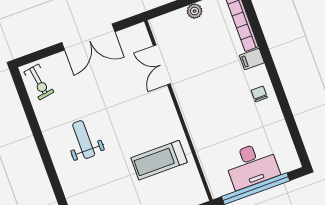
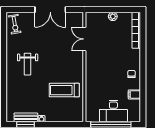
filing cabinet: (252, 59) -> (134, 94), moved
weight bench: (84, 140) -> (28, 64), turned 180

